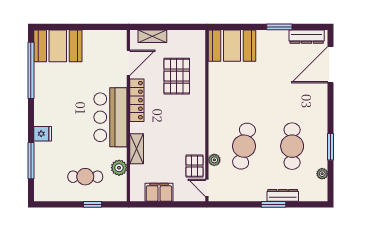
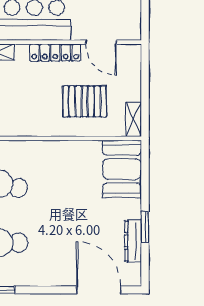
shelving: (152, 36) -> (134, 119), moved
dresser: (307, 37) -> (133, 241), moved

